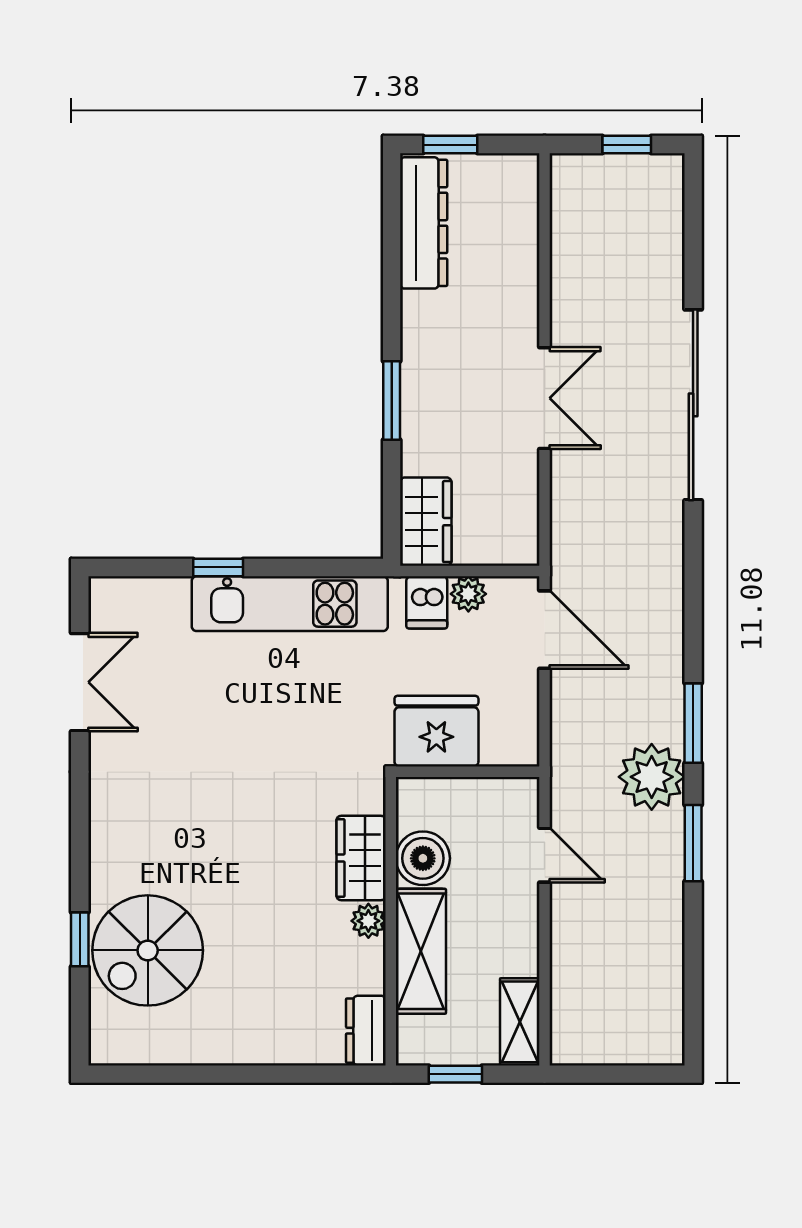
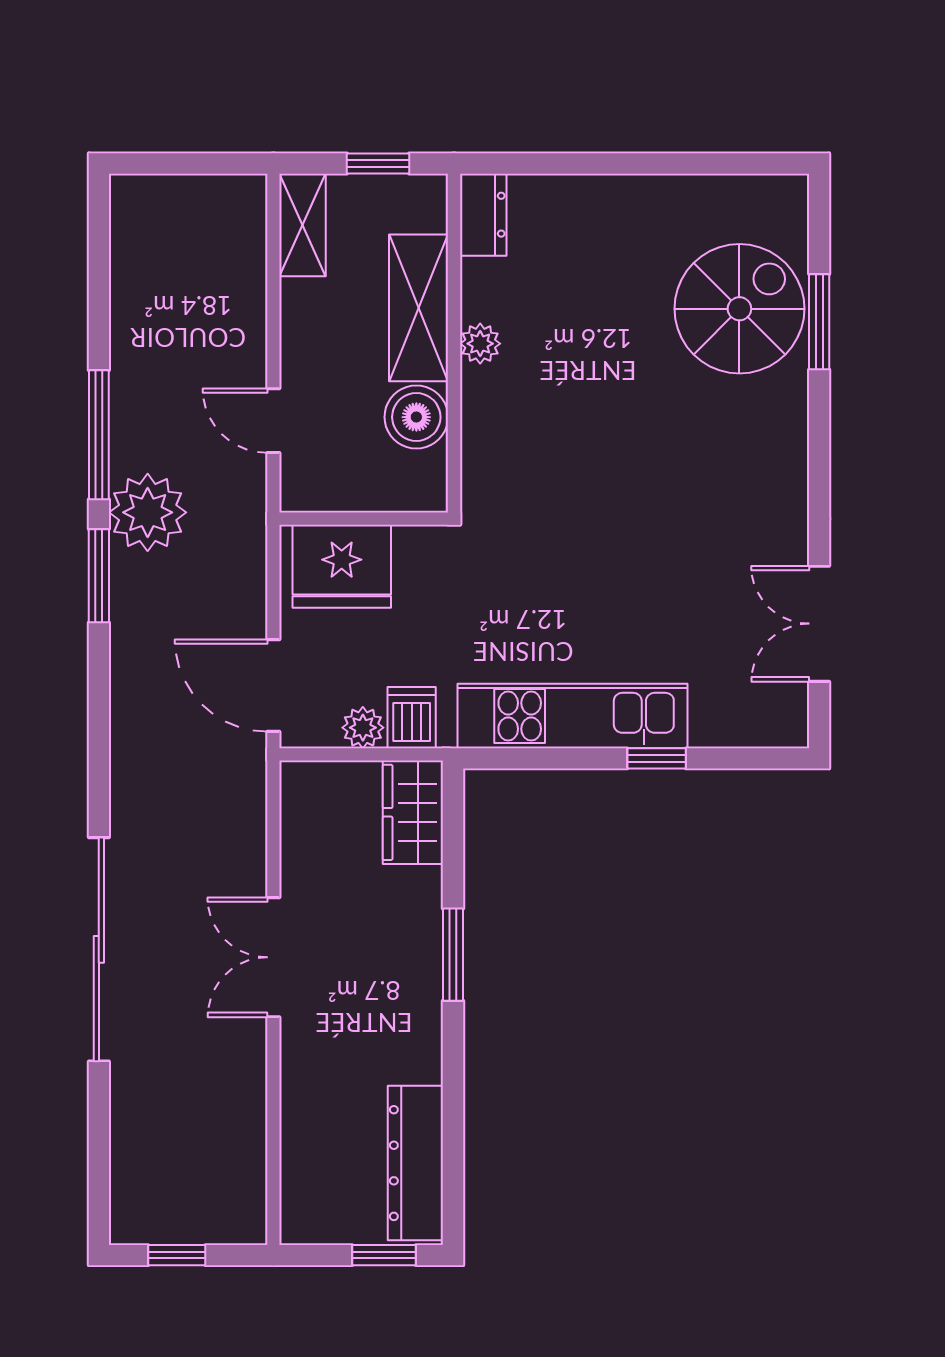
fridge: (436, 731) -> (342, 566), moved
window: (693, 843) -> (99, 435), width x1.44
wardrobe: (361, 858) -> (489, 417), removed
window: (80, 939) -> (819, 322), width x1.50

